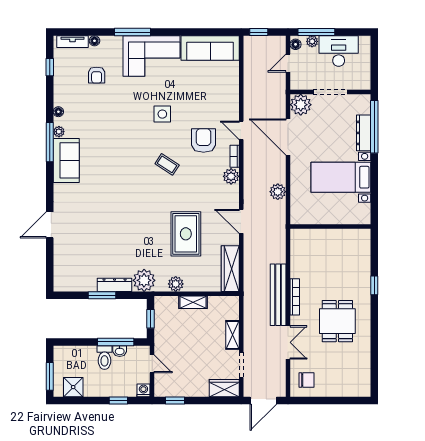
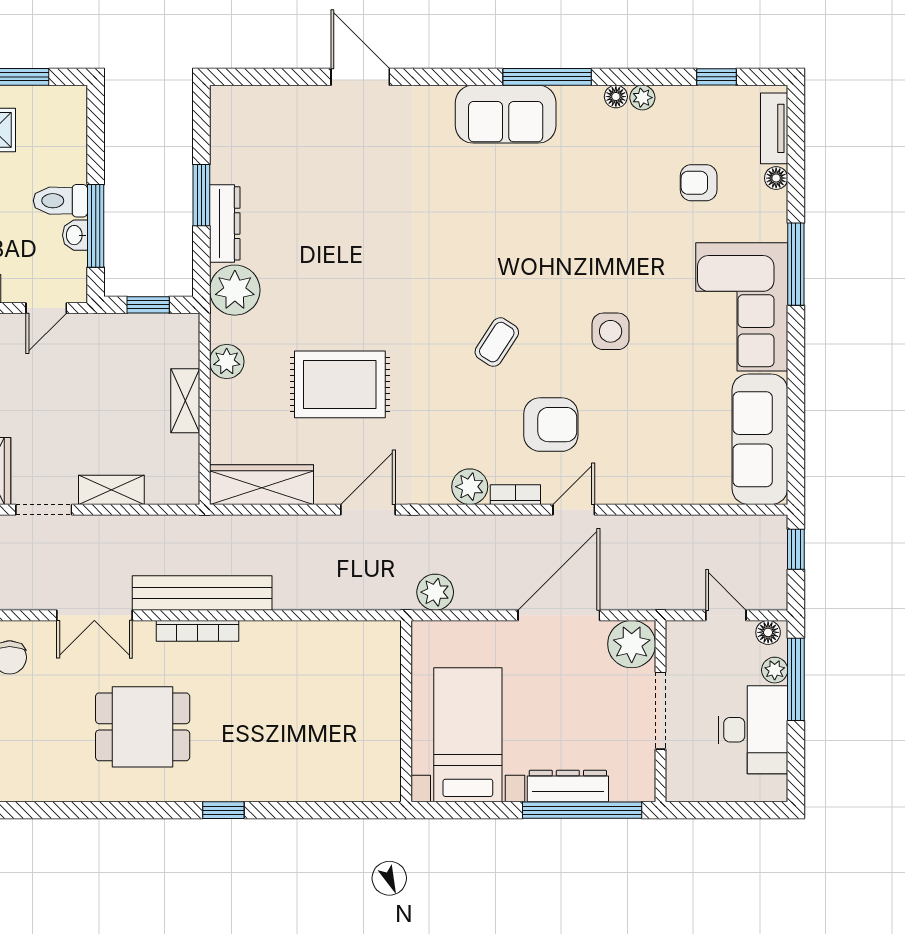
plant: (59, 132) -> (642, 98), moved
wall: (330, 226) -> (406, 711), moved

